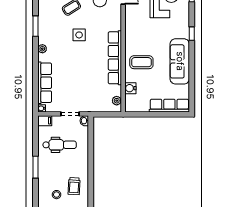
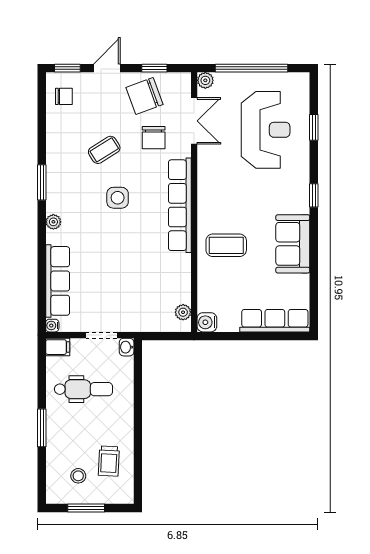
row of seats: (115, 58) -> (180, 205), moved
sofa: (180, 61) -> (293, 244), width x0.73
water cooler: (130, 88) -> (207, 322), moved

